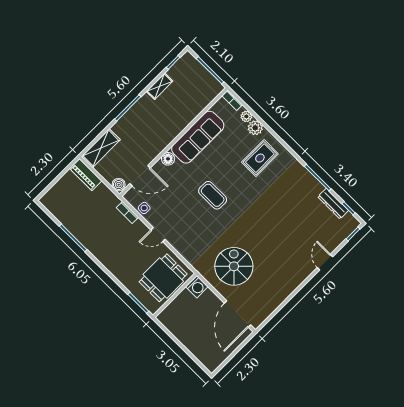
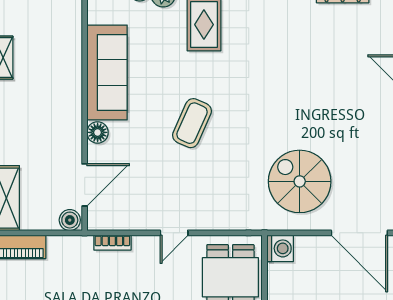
coffee table: (213, 195) -> (192, 123), turned -66
side table: (144, 208) -> (127, 218), removed

